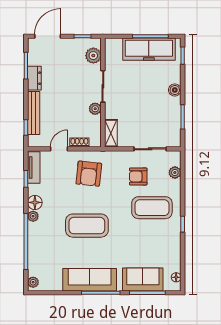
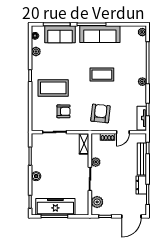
plant: (175, 173) -> (36, 51), moved
floor lamp: (35, 202) -> (141, 92), removed
coffee table: (87, 226) -> (102, 75), width x0.73, depth x0.76

